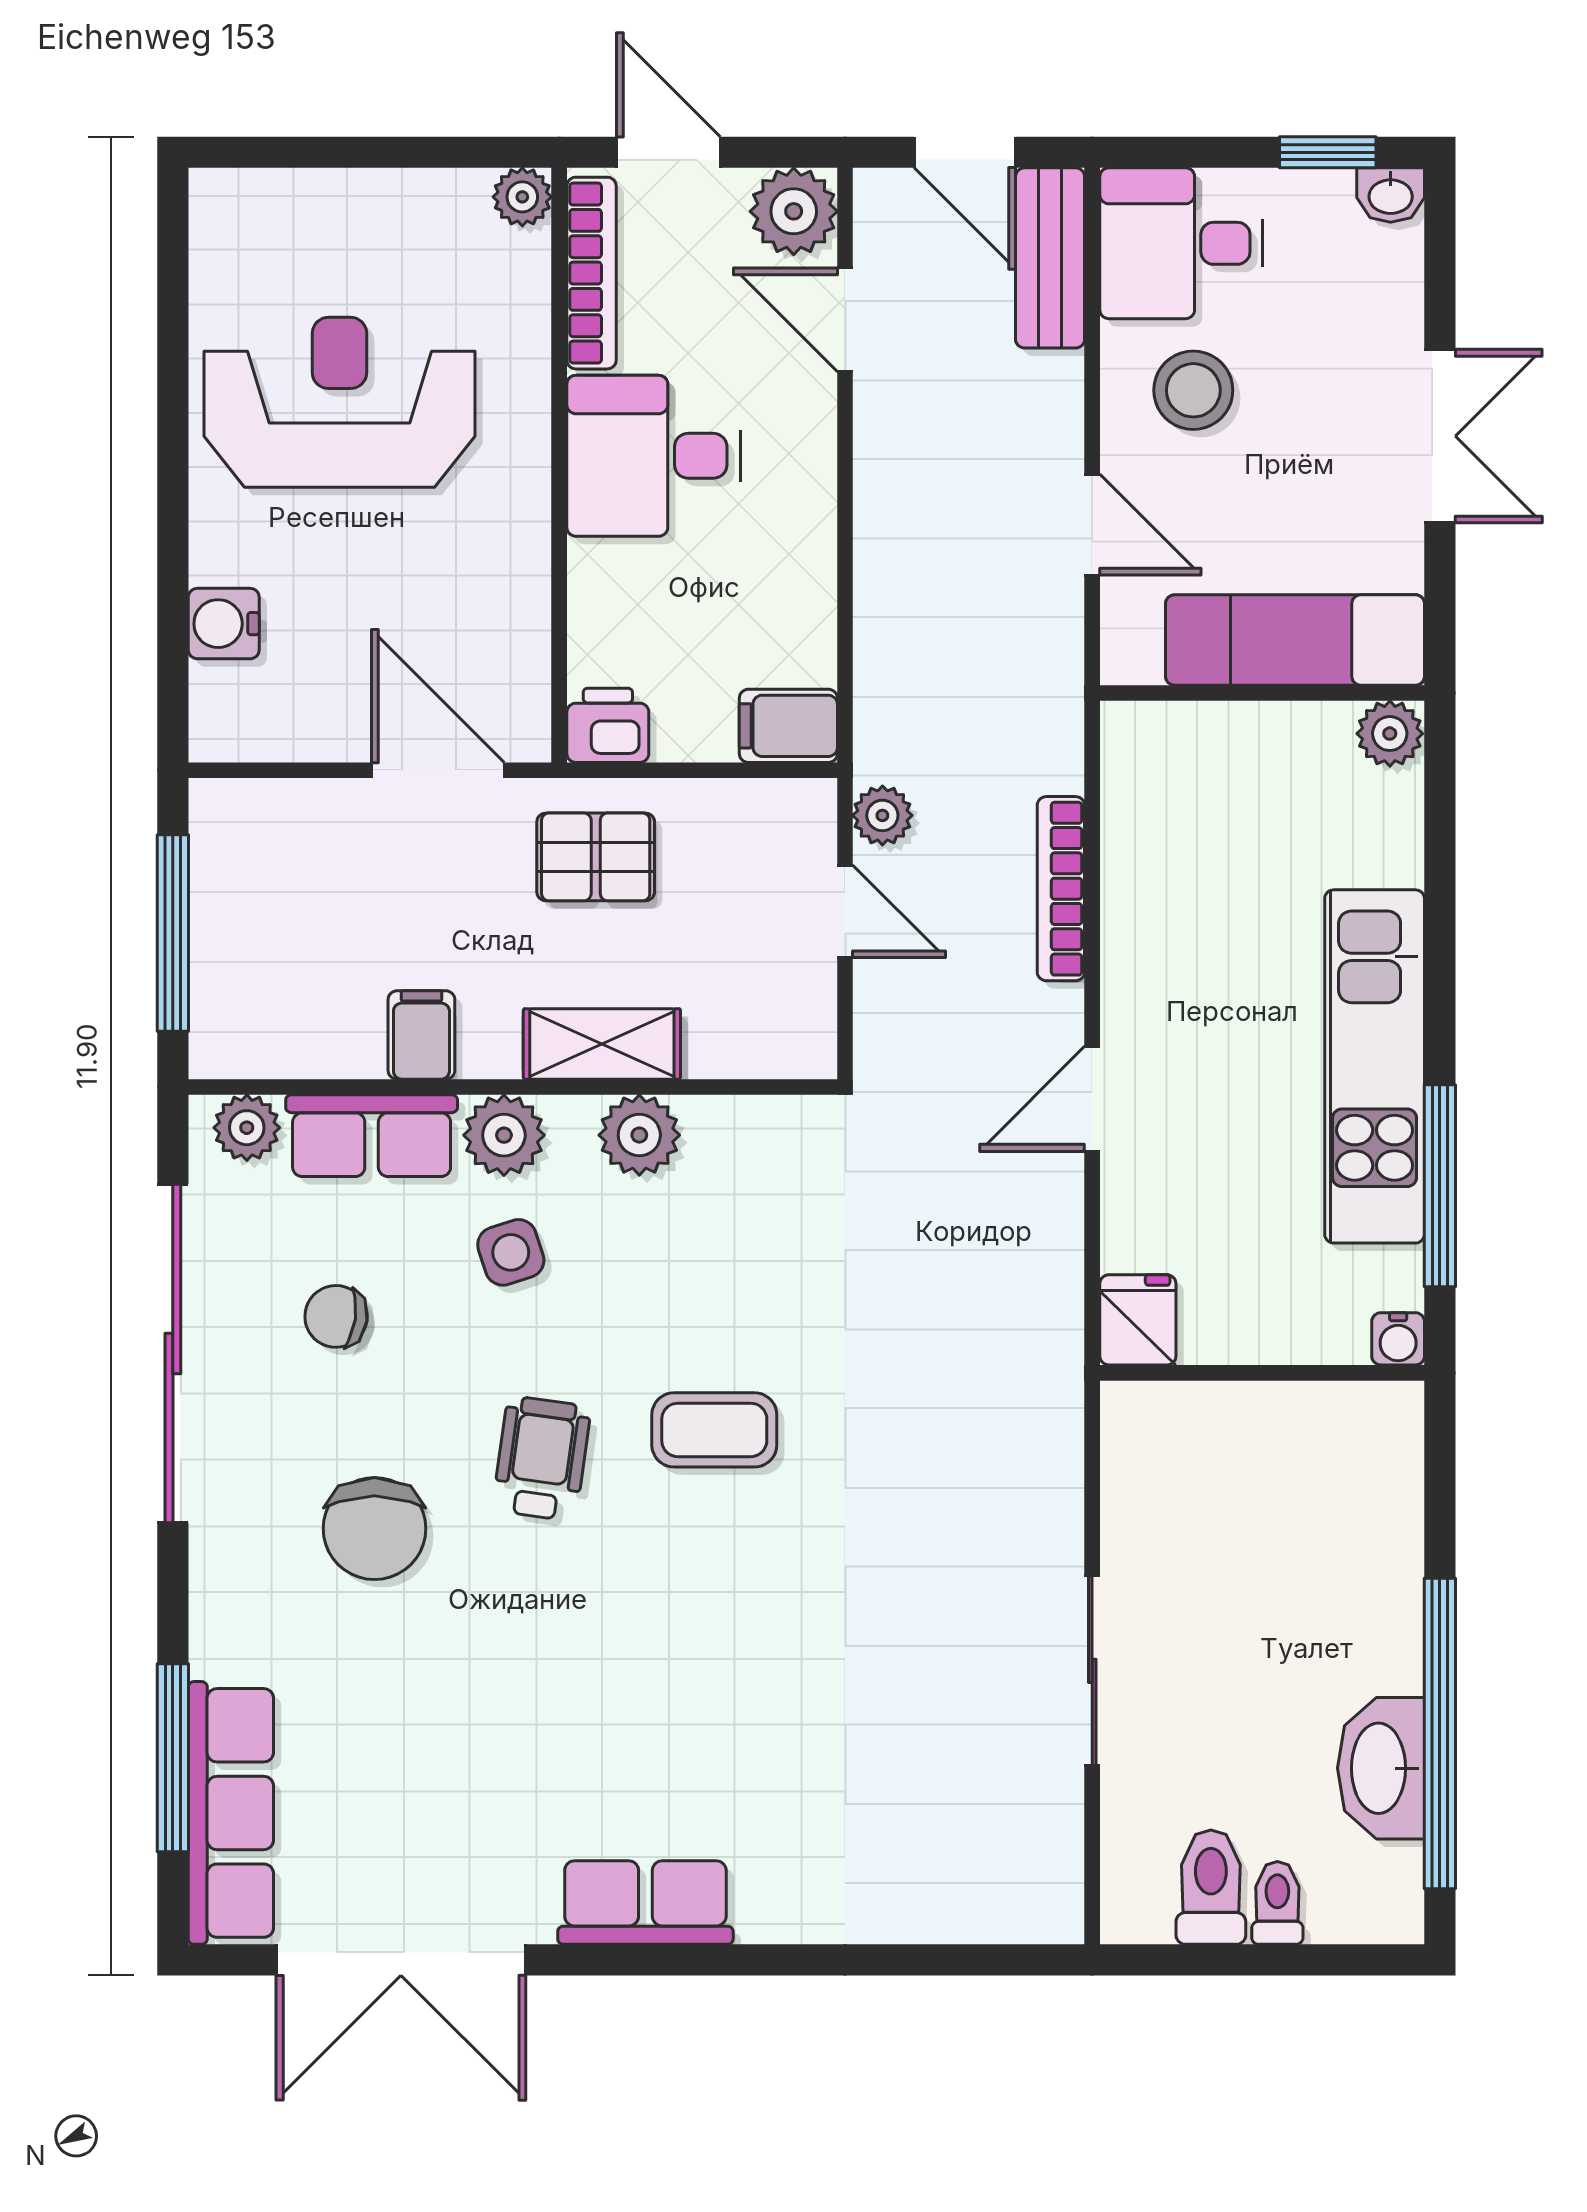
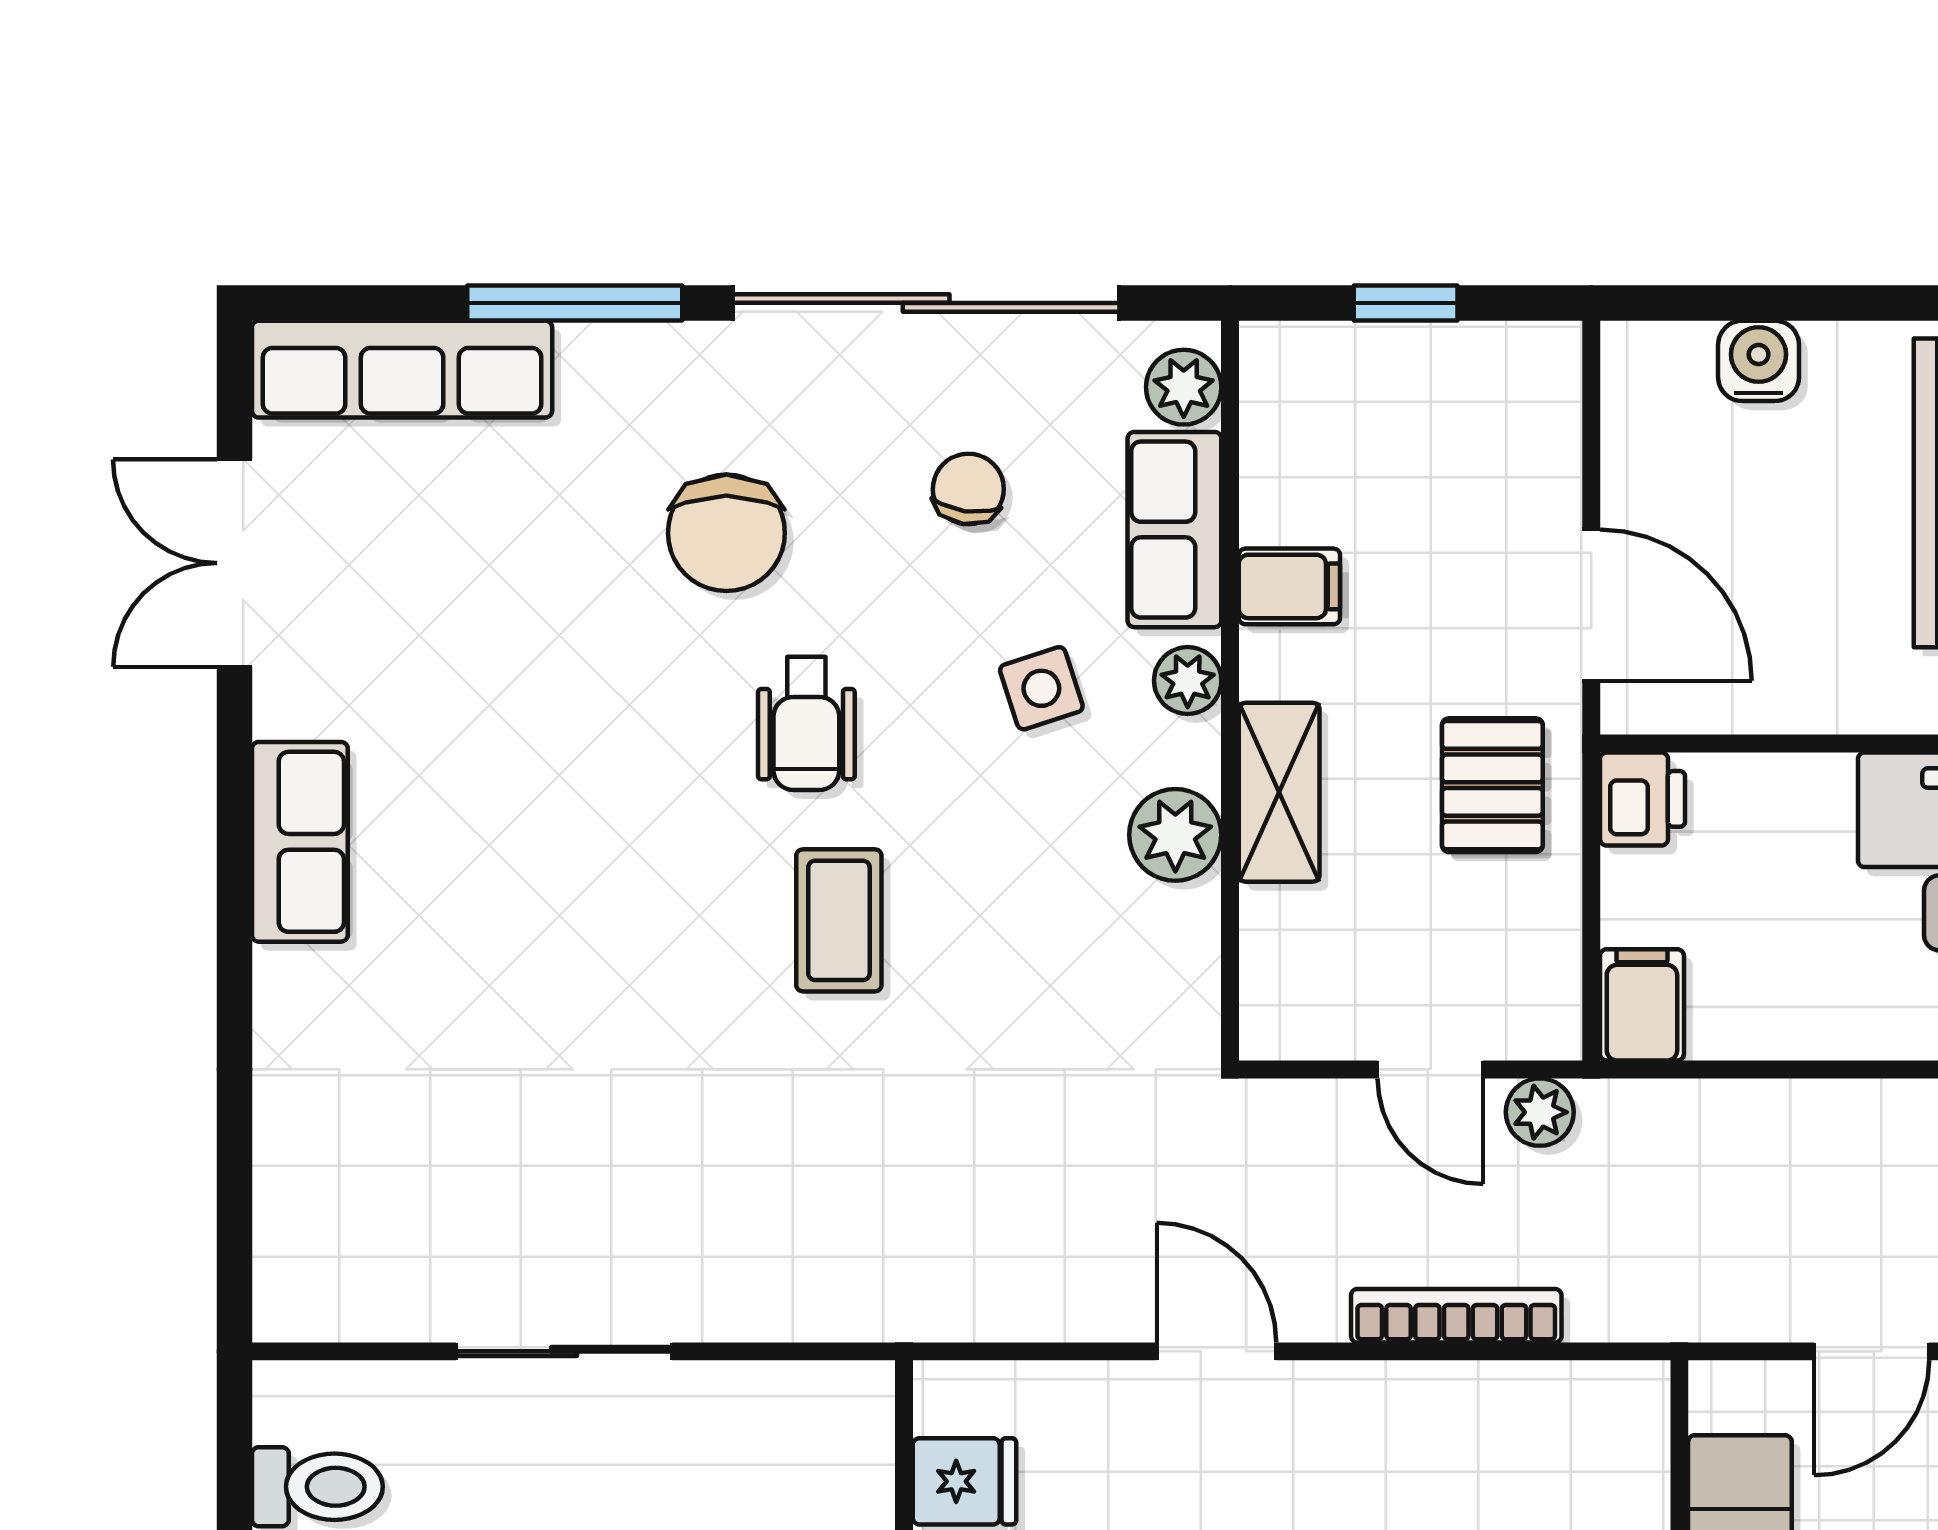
door: (438, 770) -> (1591, 605), hinge flipped
door: (845, 911) -> (1430, 1069), hinge flipped
window: (173, 933) -> (1406, 303), width x0.46
plant: (504, 1135) -> (1188, 681), width x0.73, depth x0.73
fridge: (1138, 1320) -> (964, 1481), moved
wheelchair: (542, 1458) -> (806, 723), turned 82
chair: (374, 1529) -> (726, 533), turned -90
window: (173, 1758) -> (575, 303), moved
double door: (401, 1960) -> (234, 563), width x0.73

